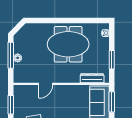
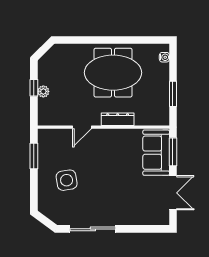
window: (11, 55) -> (34, 88), width x0.46
dresser: (92, 78) -> (118, 119), moved

